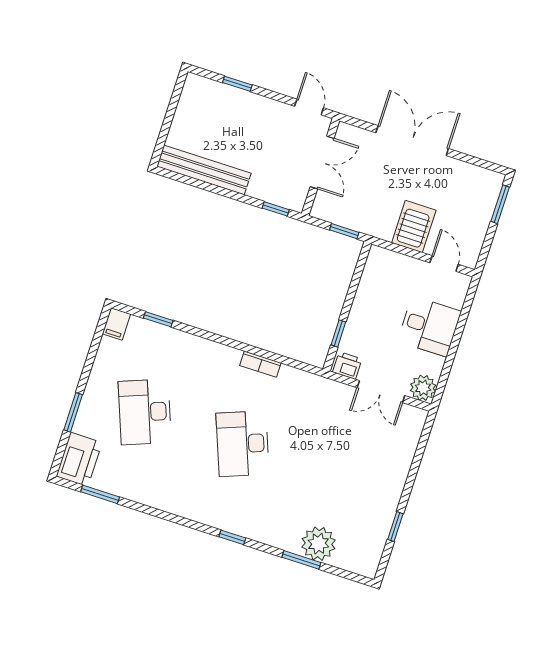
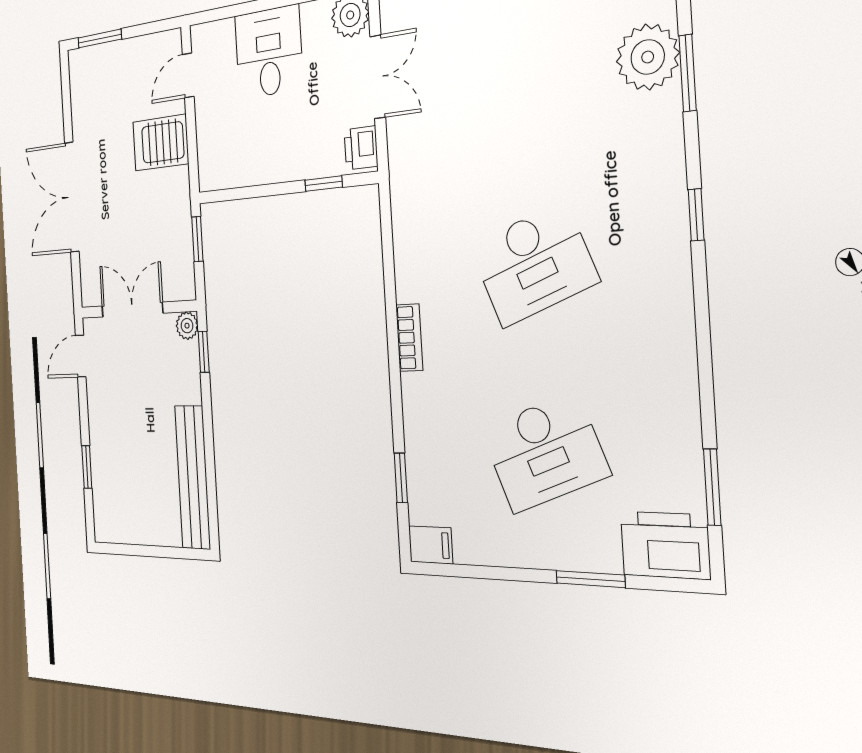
plant: (296, 202) -> (187, 326), added
bookcase: (260, 364) -> (409, 338), moved

